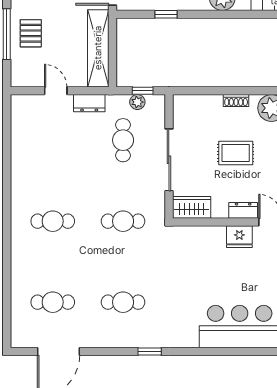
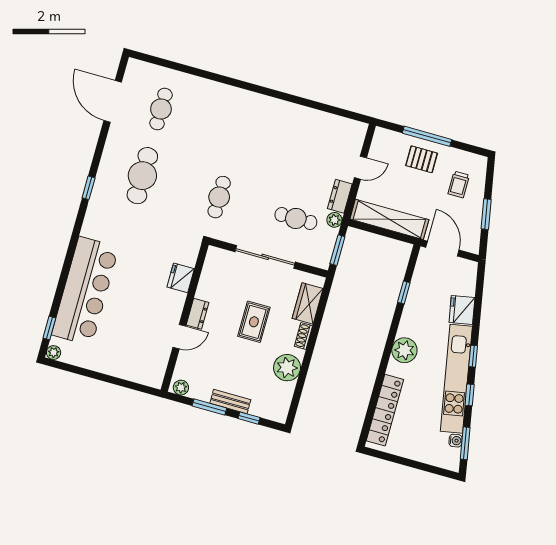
window: (143, 91) -> (337, 250), width x1.50
plant: (137, 102) -> (334, 220), moved
wardrobe: (192, 207) -> (308, 303), moved, turned 180
cafe table: (53, 221) -> (238, 130), removed
fridge: (239, 237) -> (181, 278), moved
cafe table: (123, 302) -> (142, 176), width x1.37, depth x1.35

